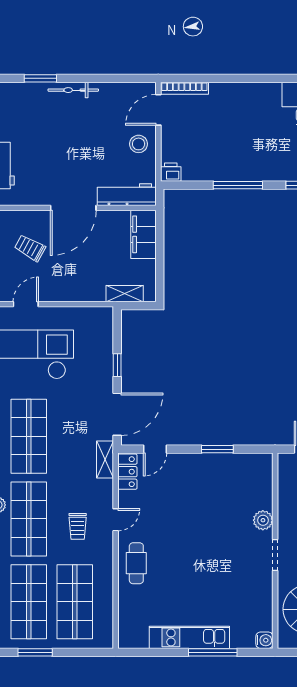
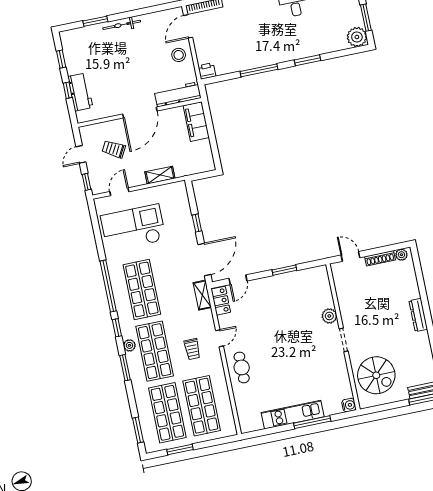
shelving: (125, 294) -> (160, 175), moved

